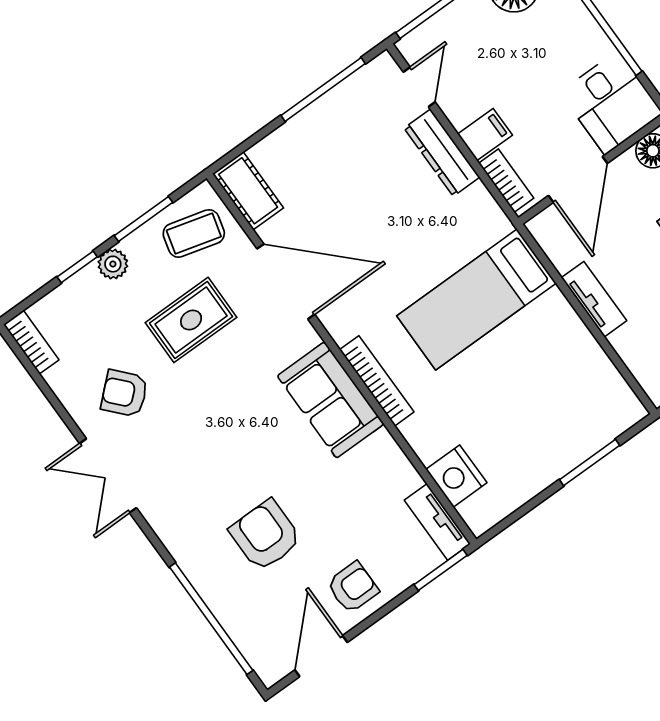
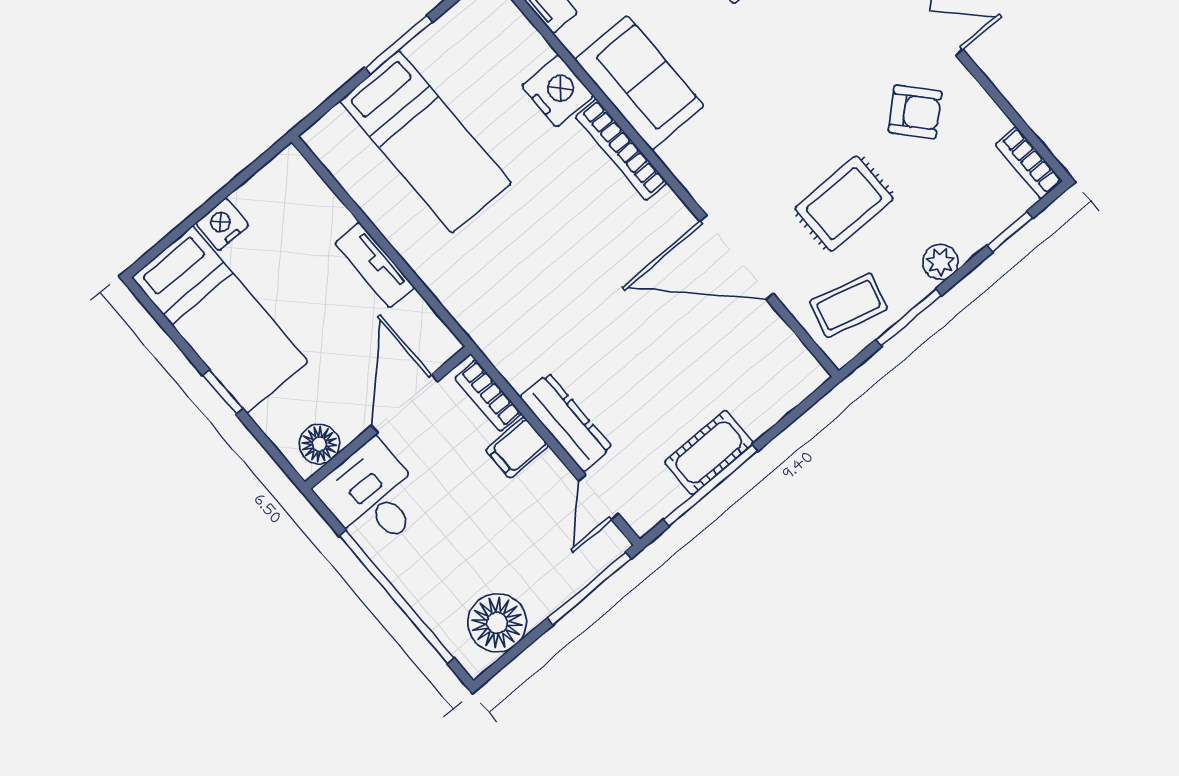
cot: (248, 191) -> (709, 453), moved, turned 90
window: (77, 267) -> (1010, 232), moved
bed: (476, 299) -> (426, 142), moved, turned 90
sofa: (331, 400) -> (639, 83), moved
window: (590, 463) -> (399, 45), moved
nightstand: (456, 476) -> (557, 91), moved

